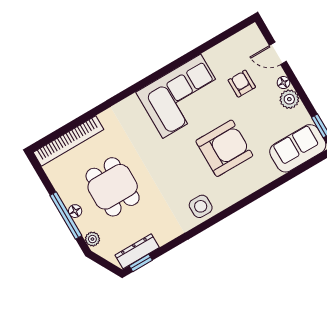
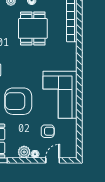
armchair: (224, 148) -> (18, 101), turned 90
dining table: (113, 187) -> (33, 28), turned 90

